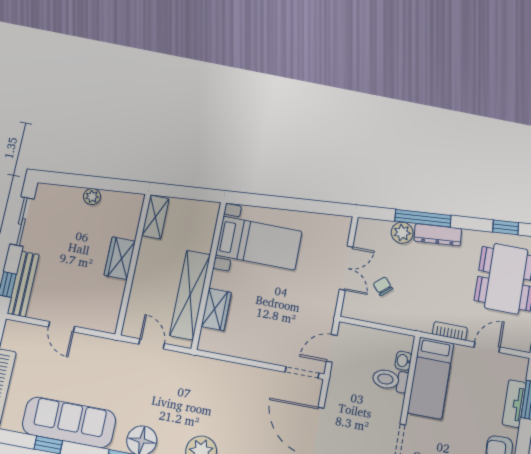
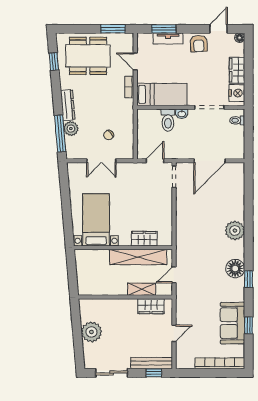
plant: (92, 197) -> (91, 332), width x1.88, depth x1.88
shelving: (155, 217) -> (142, 289), moved
window: (423, 218) -> (60, 134), moved
wardrobe: (120, 258) -> (151, 306), moved
double door: (346, 268) -> (101, 161), swing flipped
door: (332, 348) -> (155, 161), swing flipped
washbasin: (403, 361) -> (182, 114), moved
sofa: (69, 422) -> (232, 323), width x0.73

